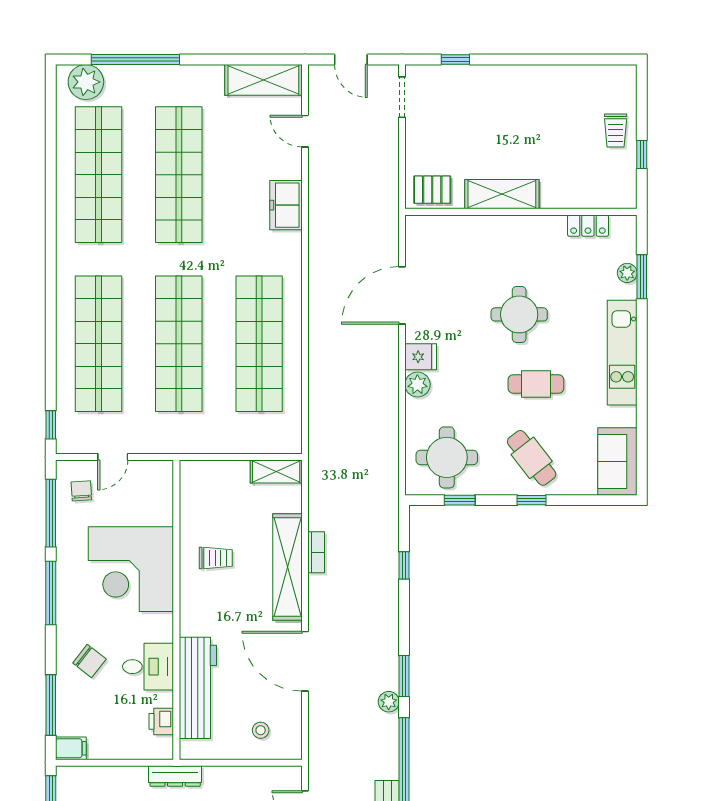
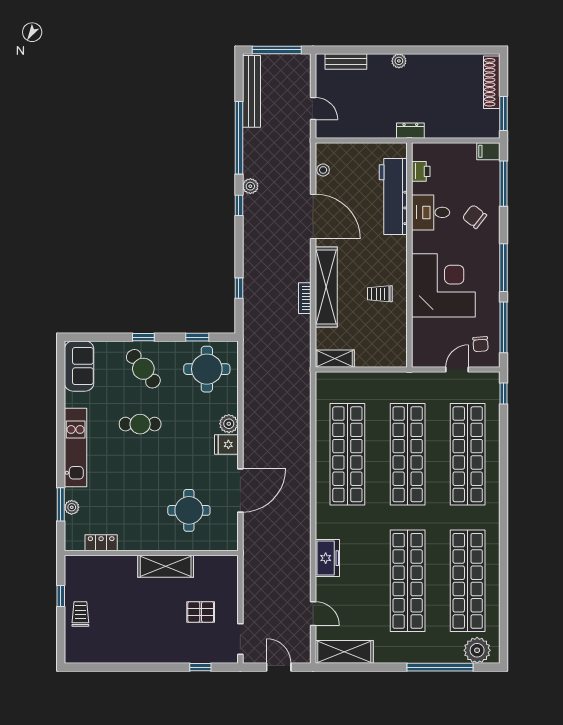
pallet: (432, 190) -> (201, 612), moved
round table: (519, 314) -> (189, 510), moved
window: (404, 676) -> (239, 205), width x0.67
stool: (261, 730) -> (323, 170), moved
dresser: (175, 776) -> (410, 131), width x0.70

